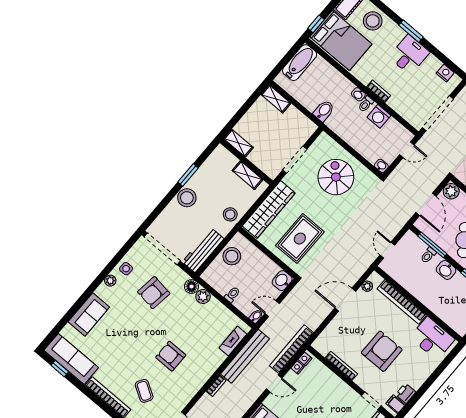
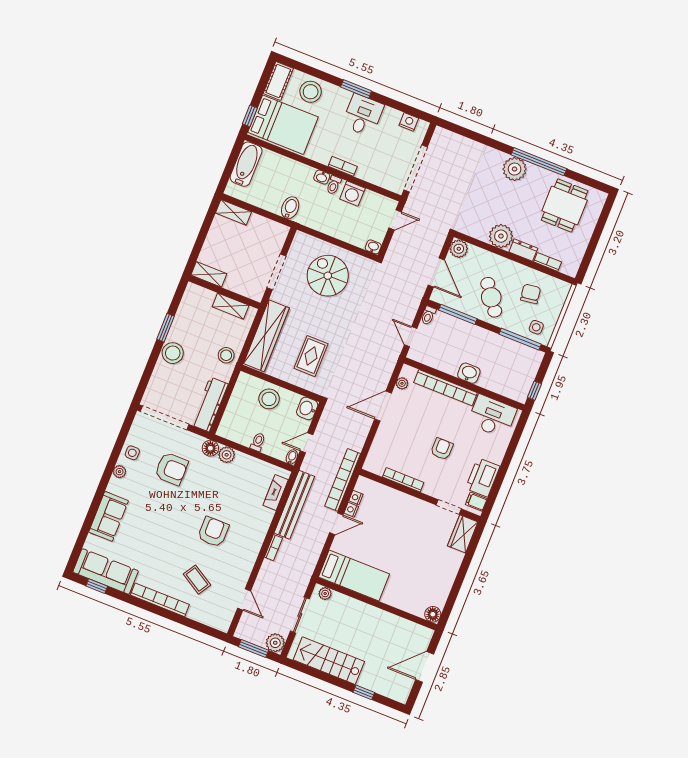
rug: (300, 239) -> (311, 356), width x0.73, depth x0.70
toilet: (428, 255) -> (428, 315), moved
stool: (232, 256) -> (269, 399), moved
washbasin: (446, 270) -> (469, 373), moved, turned 180
armchair: (154, 293) -> (171, 469), turned -98
armchair: (382, 351) -> (442, 449), width x0.53, depth x0.53
armchair: (171, 356) -> (213, 532), turned 90
nightstand: (305, 359) -> (351, 510), moved
printer: (406, 393) -> (483, 477), width x1.87, depth x1.48

